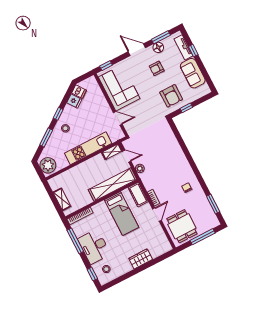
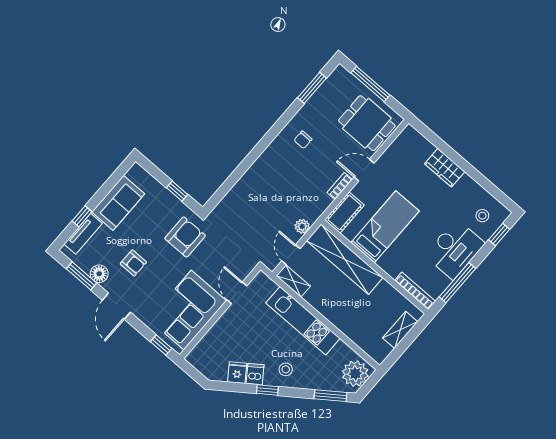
dishwasher: (79, 92) -> (255, 374), moved
armchair: (171, 96) -> (185, 237), moved
window: (46, 137) -> (330, 396), moved
dining table: (182, 226) -> (367, 123), turned 90

